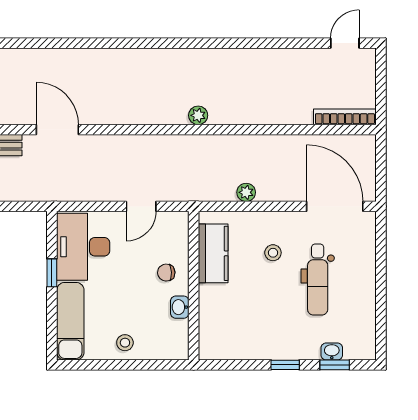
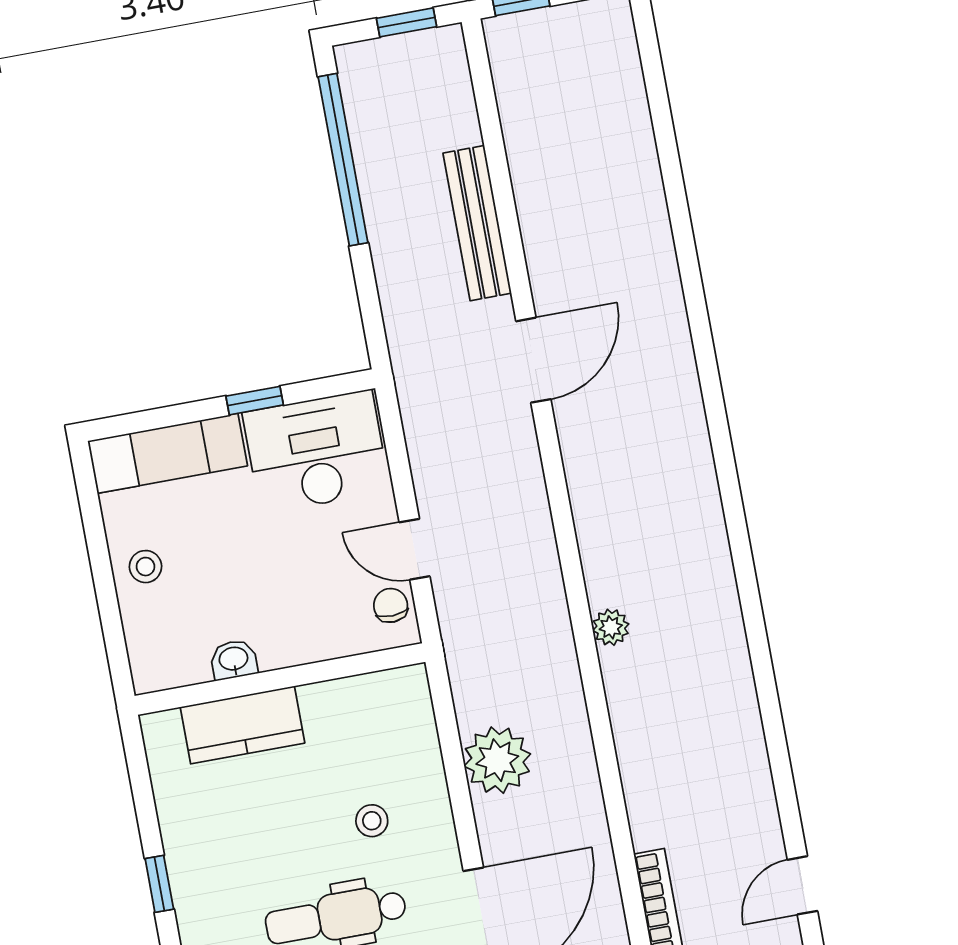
door: (345, 43) -> (802, 885), swing flipped
plant: (246, 192) -> (497, 760), width x1.88, depth x1.88
kitchen counter: (213, 253) -> (242, 725), moved
chair: (166, 273) -> (391, 605), moved

